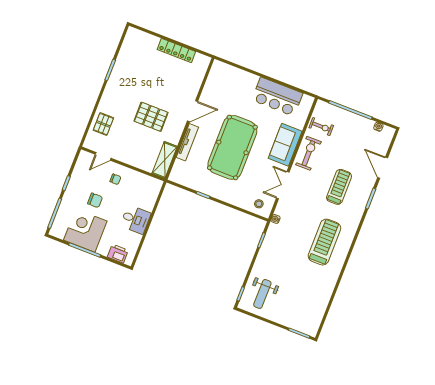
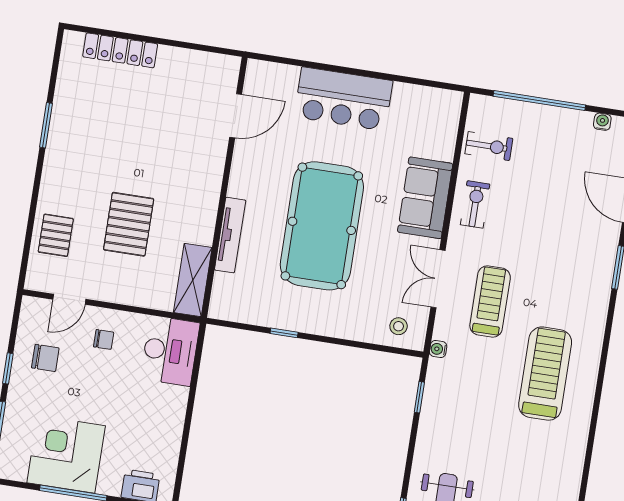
locker: (176, 51) -> (120, 50), moved
bar counter: (277, 97) -> (343, 99), moved
door: (193, 111) -> (236, 116), moved
pallet: (151, 117) -> (129, 224), moved, turned 90
exercise bike: (309, 153) -> (475, 204), width x0.73, depth x0.72
treadmill: (339, 187) -> (490, 301), moved
chair: (95, 200) -> (45, 358), moved
desk: (135, 219) -> (170, 351), moved, width x1.37

